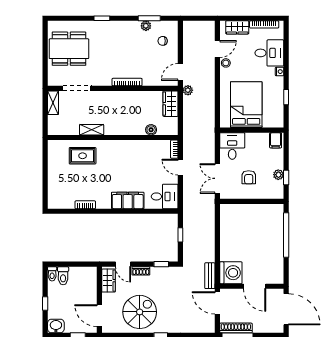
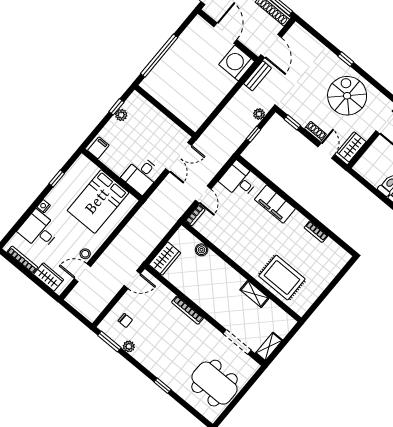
window: (149, 18) -> (109, 341), moved
plant: (188, 90) -> (259, 114), moved
rug: (83, 156) -> (282, 278), width x1.36, depth x1.43
armchair: (249, 177) -> (150, 135), removed
spiral stairs: (140, 312) -> (347, 96), turned 90

